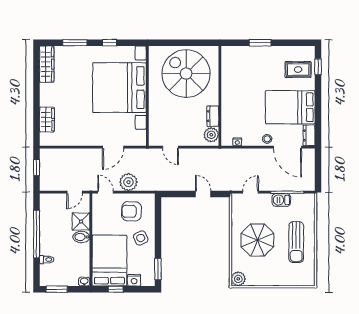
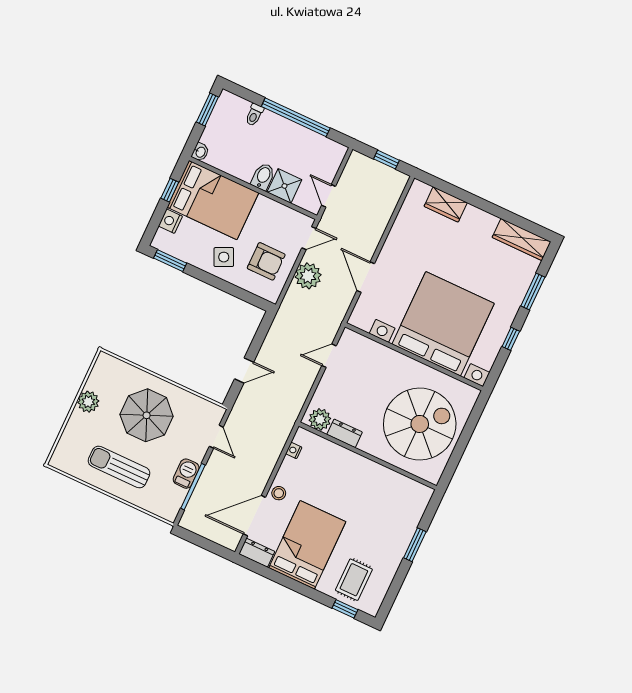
armchair: (131, 211) -> (266, 261), turned 88
plant: (238, 279) -> (88, 402), moved

